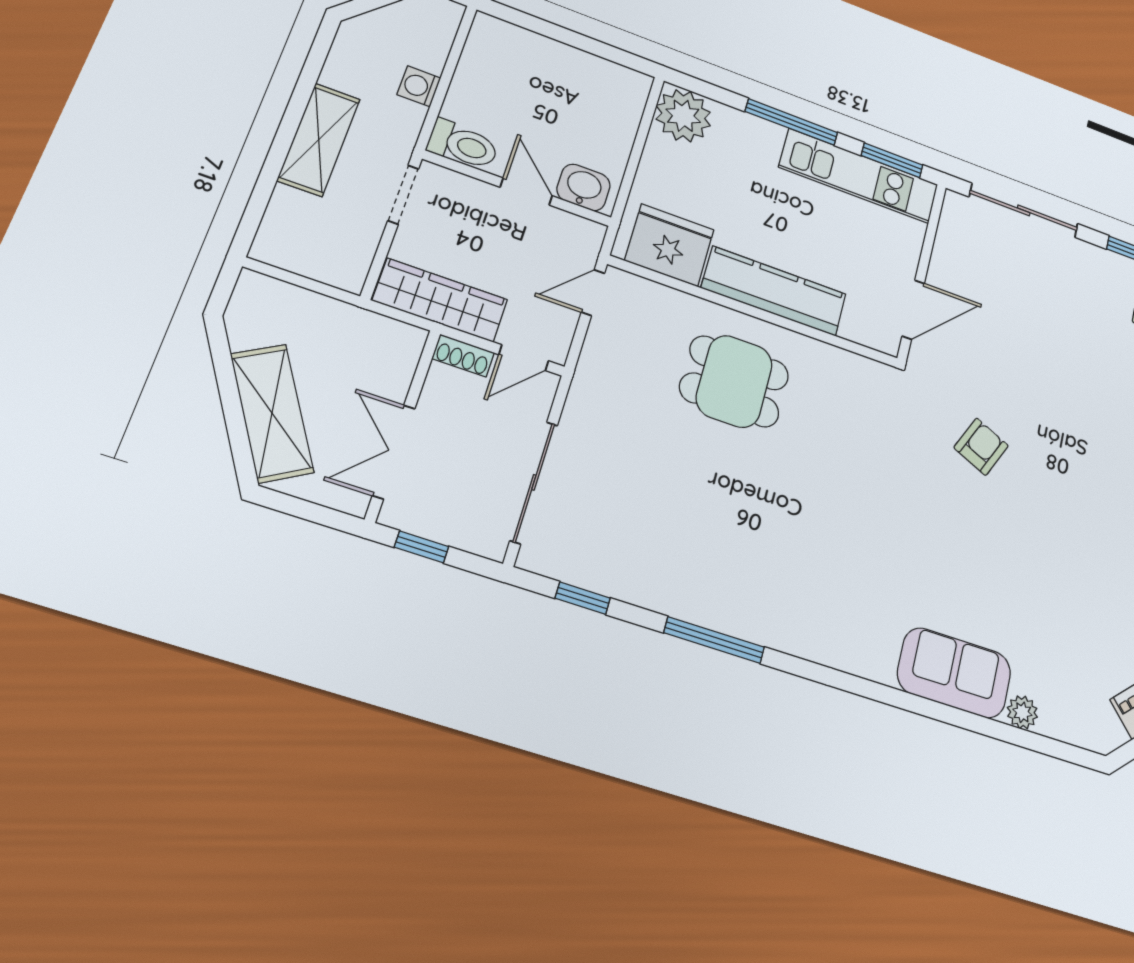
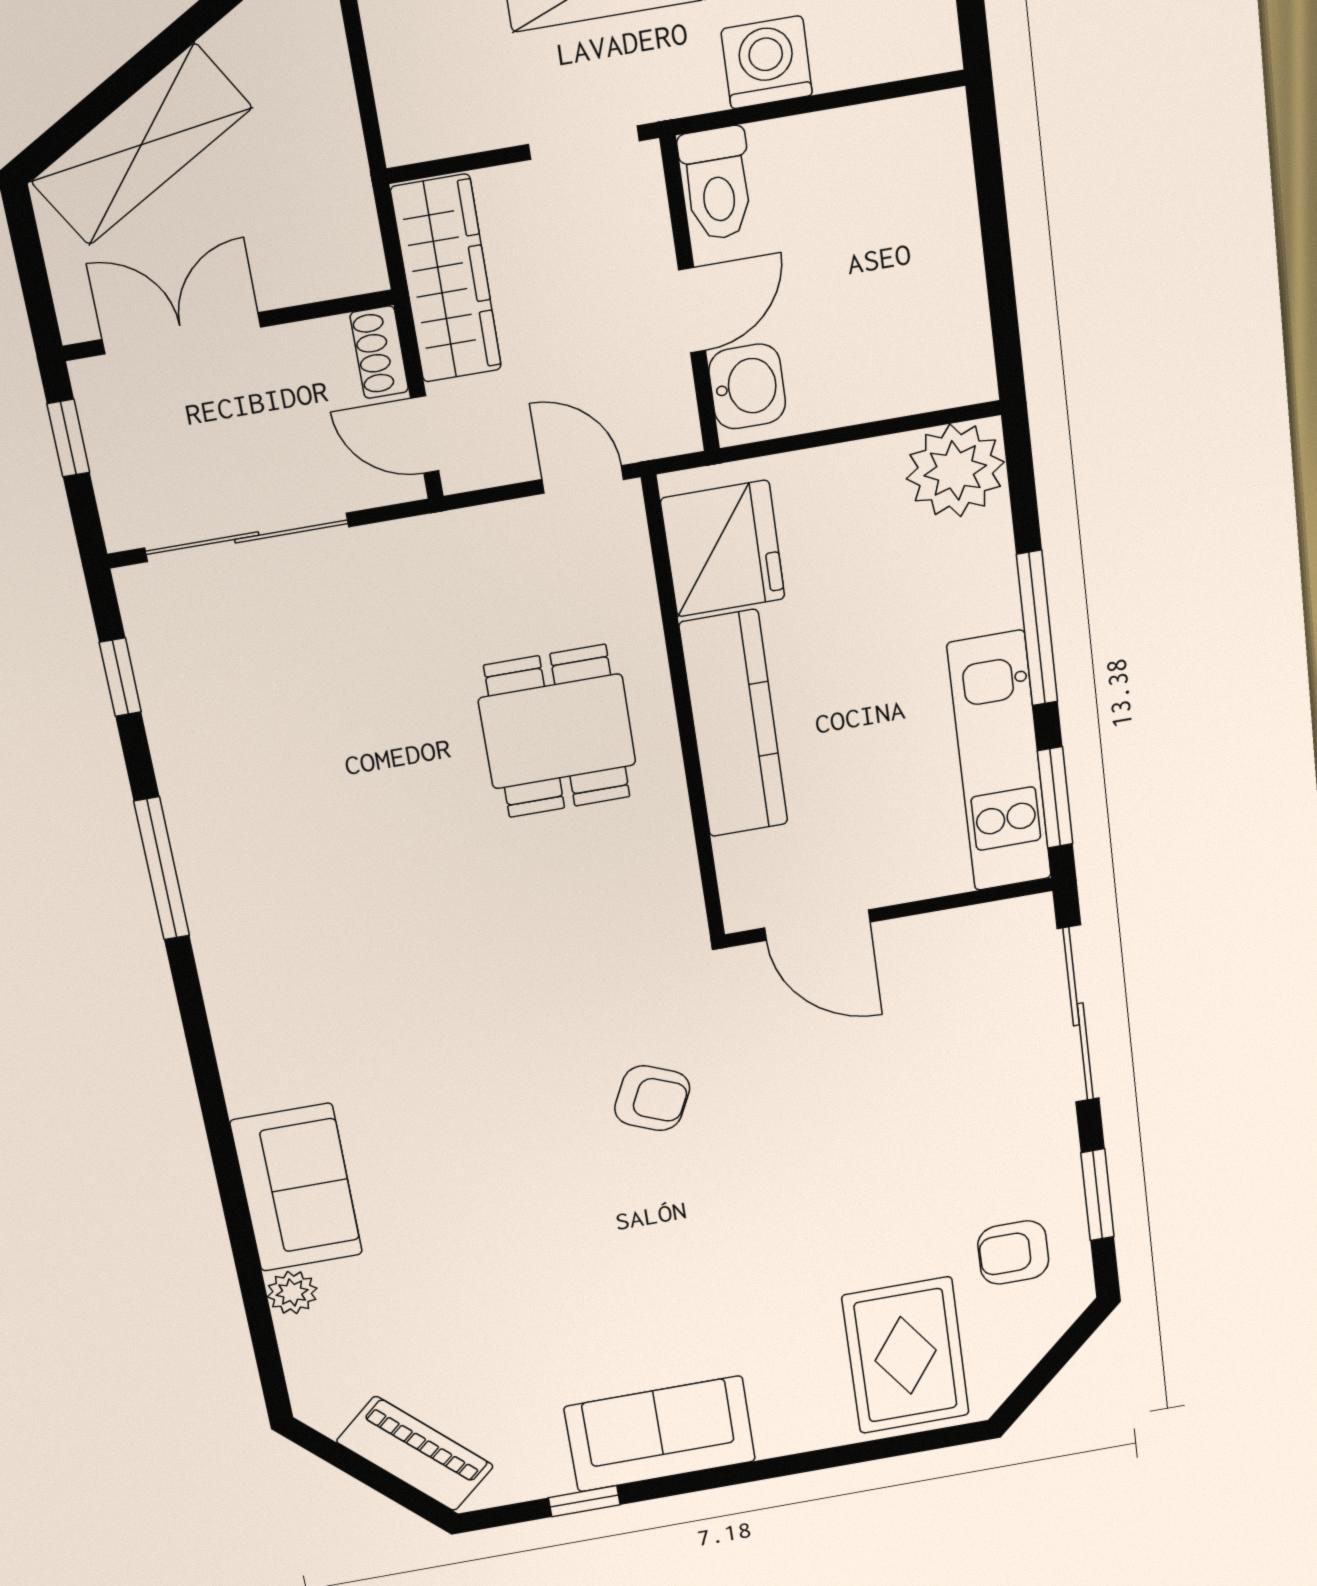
washing machine: (419, 86) -> (767, 62), width x1.38, depth x1.38

